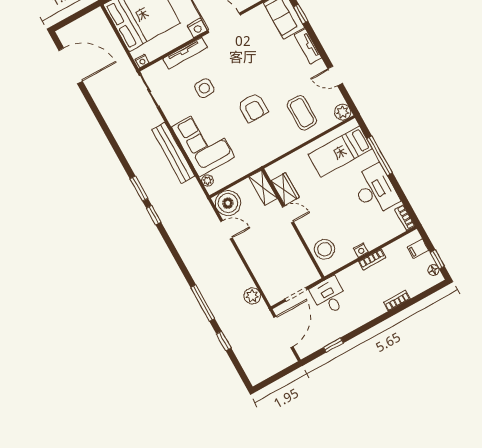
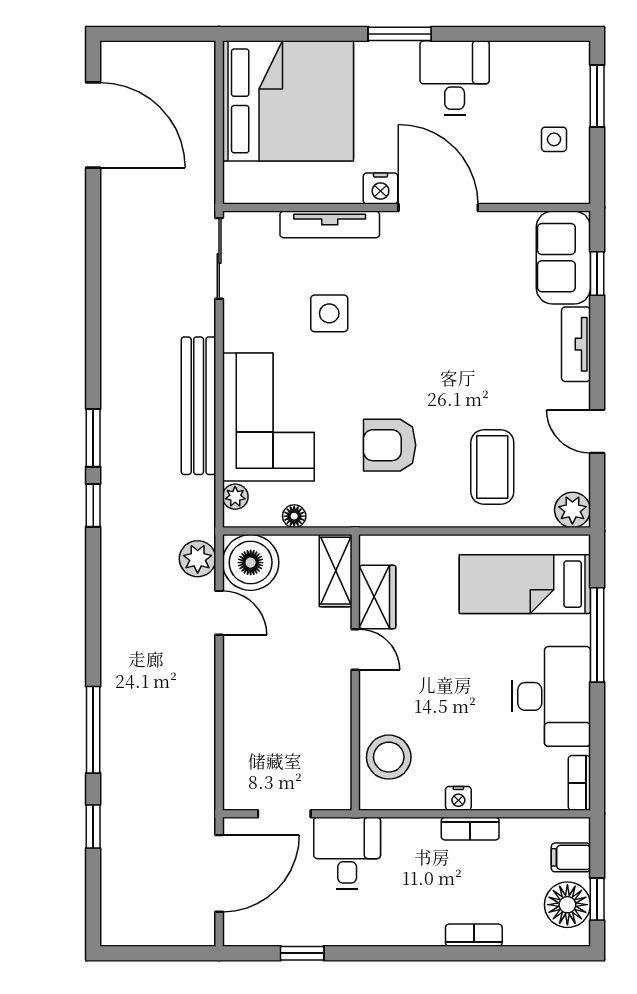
nightstand: (142, 61) -> (238, 193), removed
armchair: (253, 108) -> (390, 445), moved, turned 90
floor lamp: (235, 175) -> (294, 516), added
floor lamp: (433, 270) -> (567, 905), width x1.89, depth x1.89
plant: (252, 296) -> (198, 559), moved

